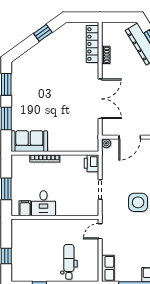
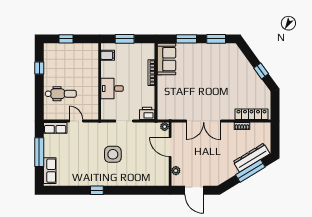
desk: (43, 203) -> (112, 89), moved
door: (100, 231) -> (76, 121), moved

